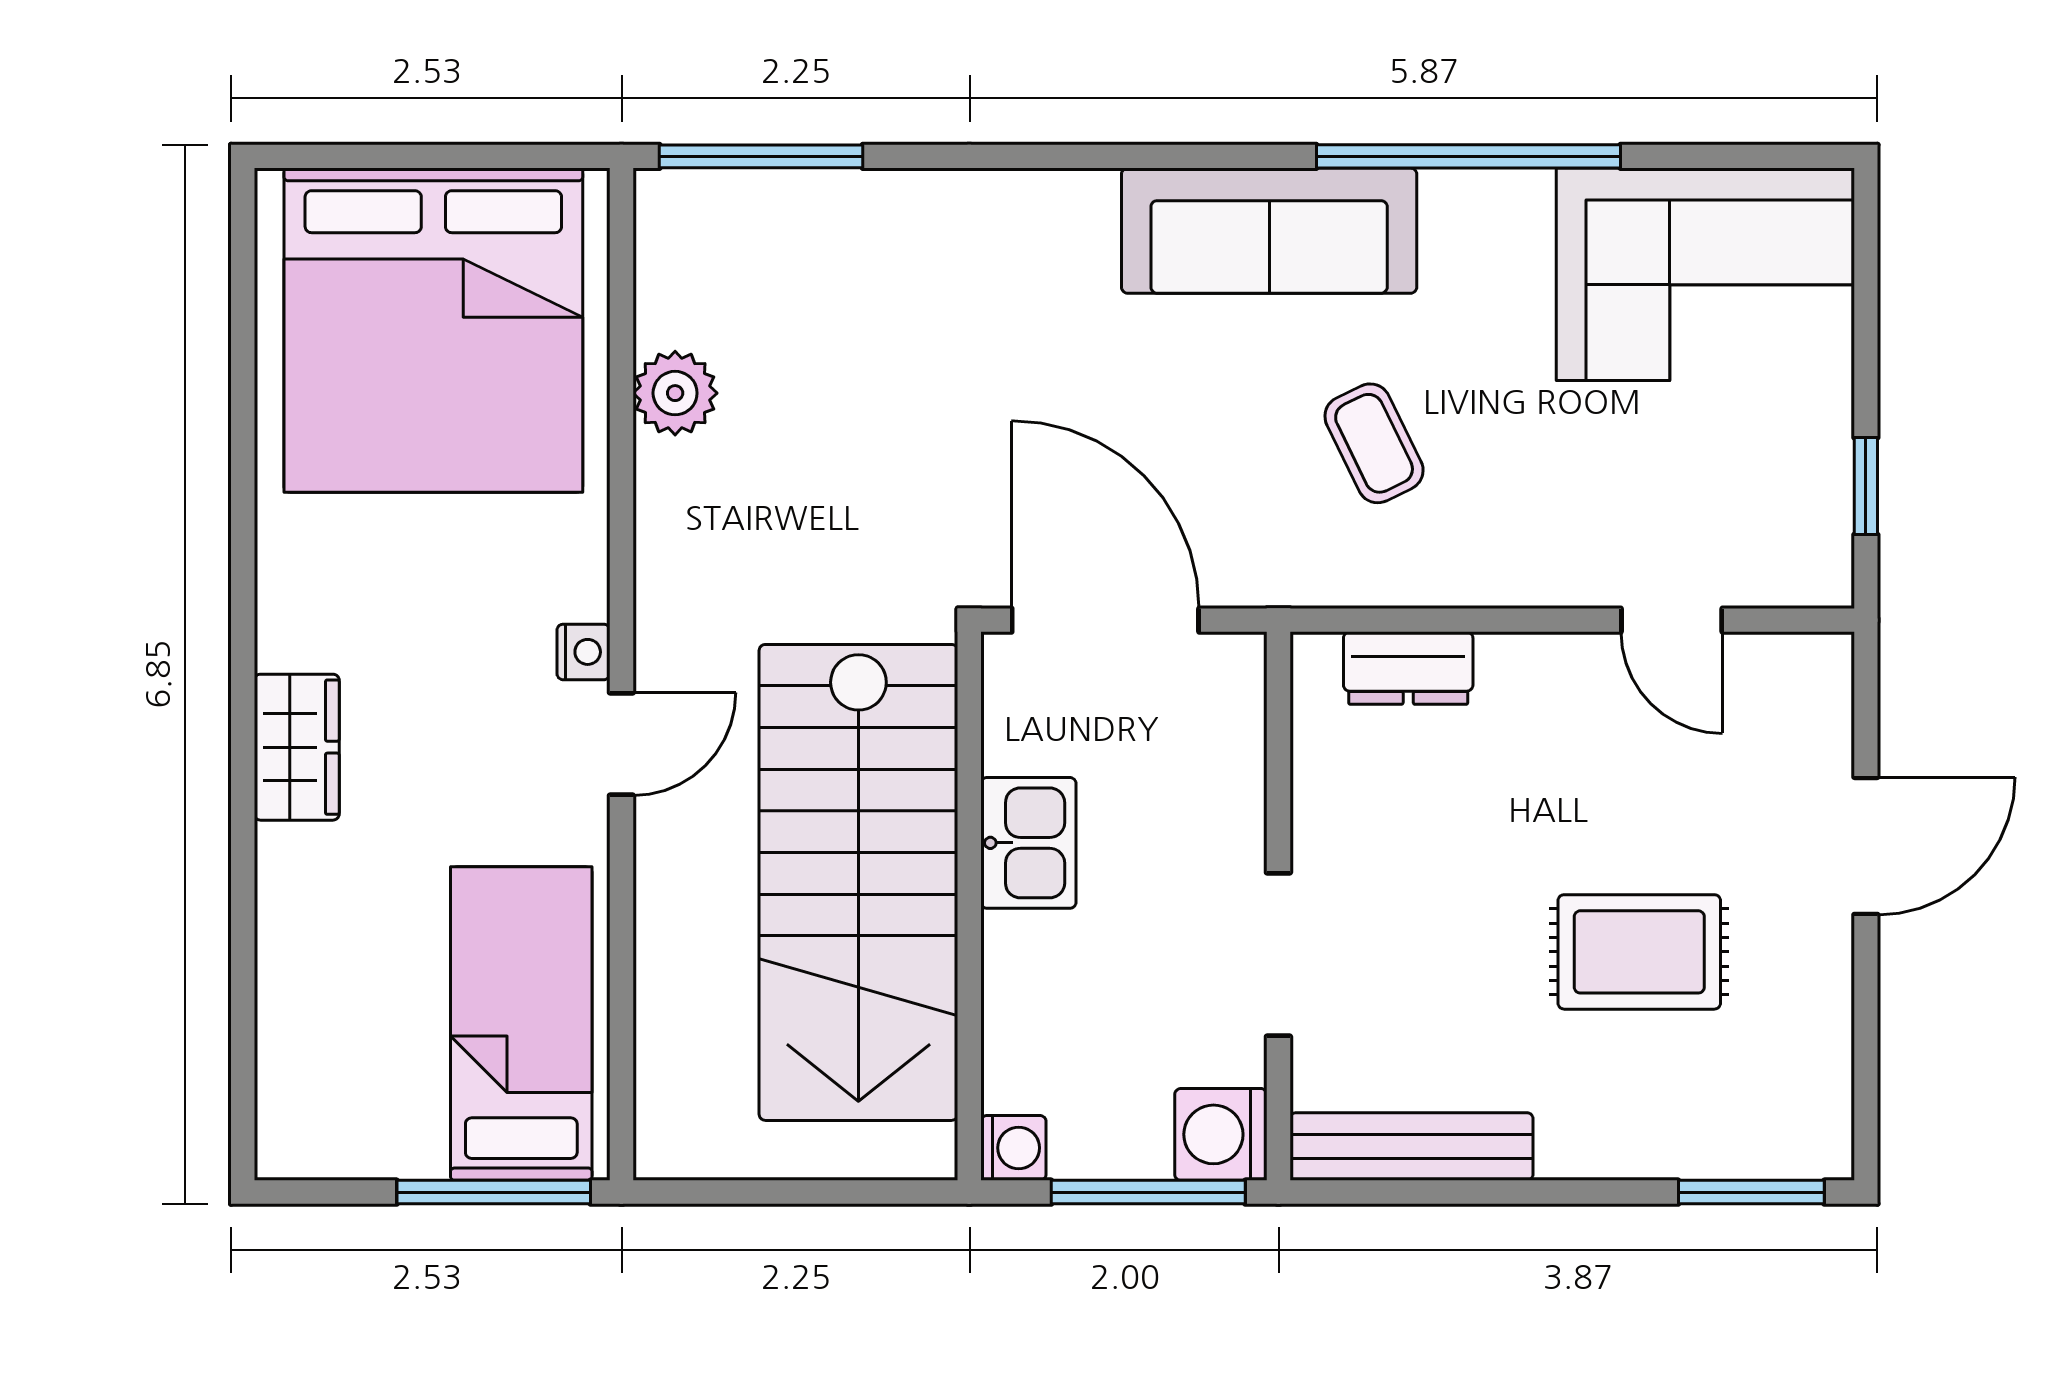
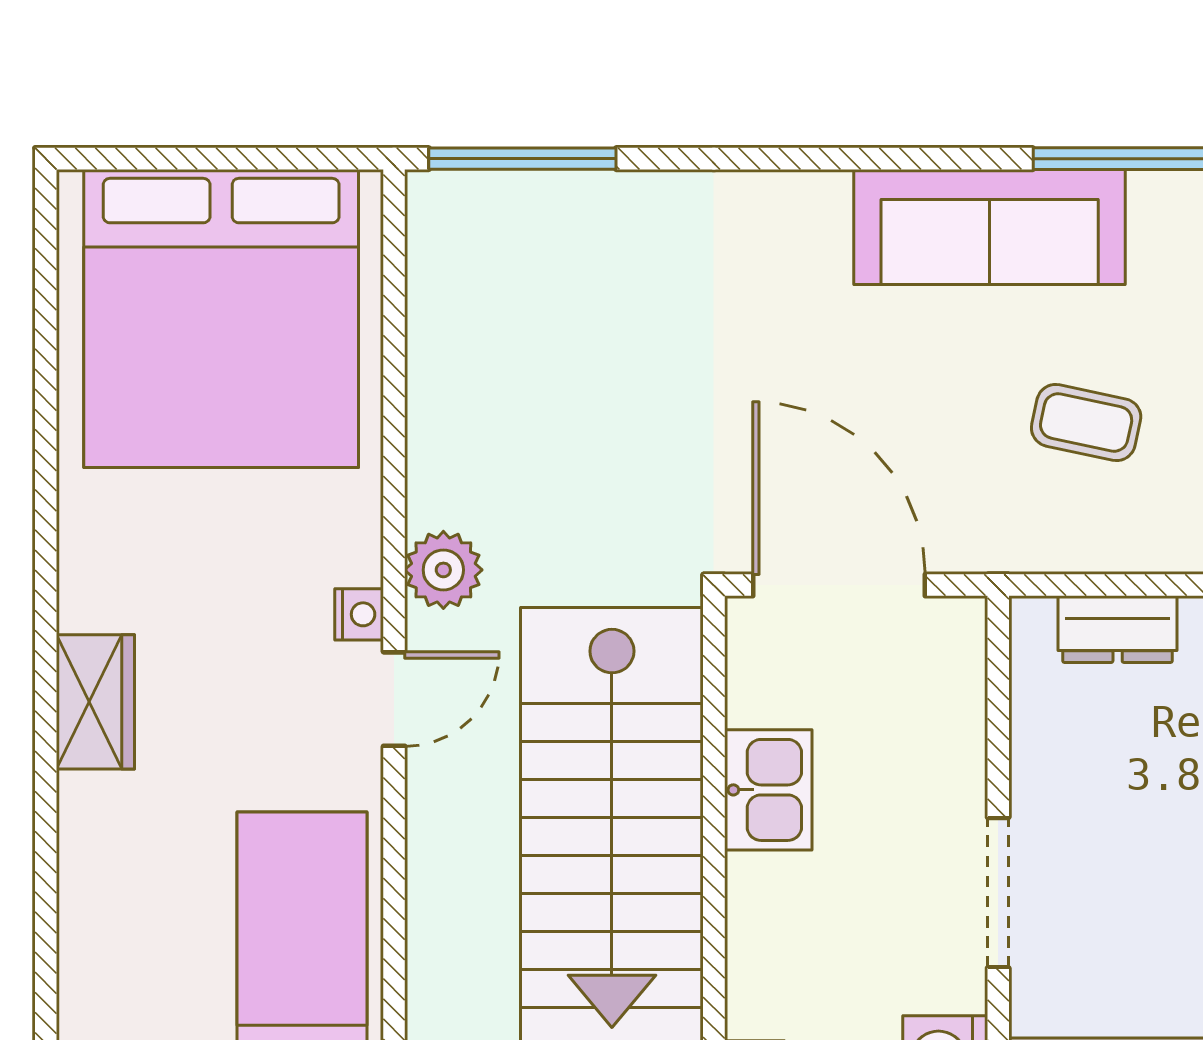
plant: (675, 393) -> (443, 570), moved
coffee table: (1374, 443) -> (1086, 423), turned -52

